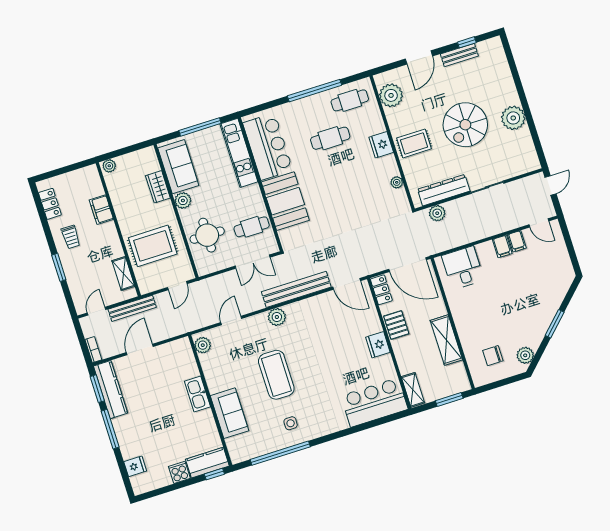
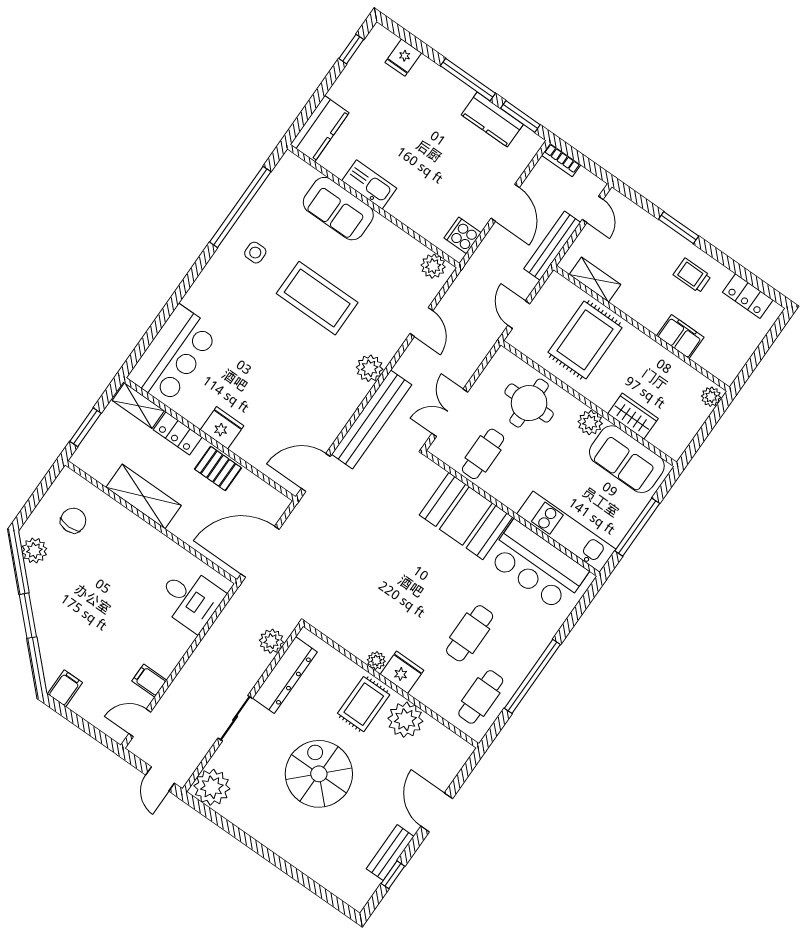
plant: (391, 95) -> (405, 720), moved
plant: (513, 118) -> (212, 787), moved
plant: (397, 182) -> (376, 661), moved
filing cabinet: (502, 246) -> (65, 688), moved, turned 90
locker: (381, 290) -> (178, 433), moved
kitchen counter: (111, 390) -> (492, 120), width x0.67
kitchen sink: (197, 394) -> (369, 184), moved
cooker: (179, 472) -> (463, 235), moved, turned 180
window: (214, 474) -> (351, 49), moved

